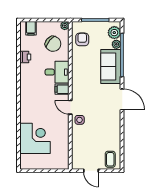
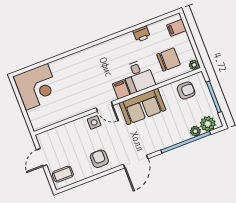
chair: (53, 44) -> (168, 60), turned -130
sofa: (111, 67) -> (142, 106), moved, turned 180
door: (70, 107) -> (104, 107), swing flipped
armchair: (109, 127) -> (99, 159), added
corner desk: (35, 138) -> (37, 87), moved

